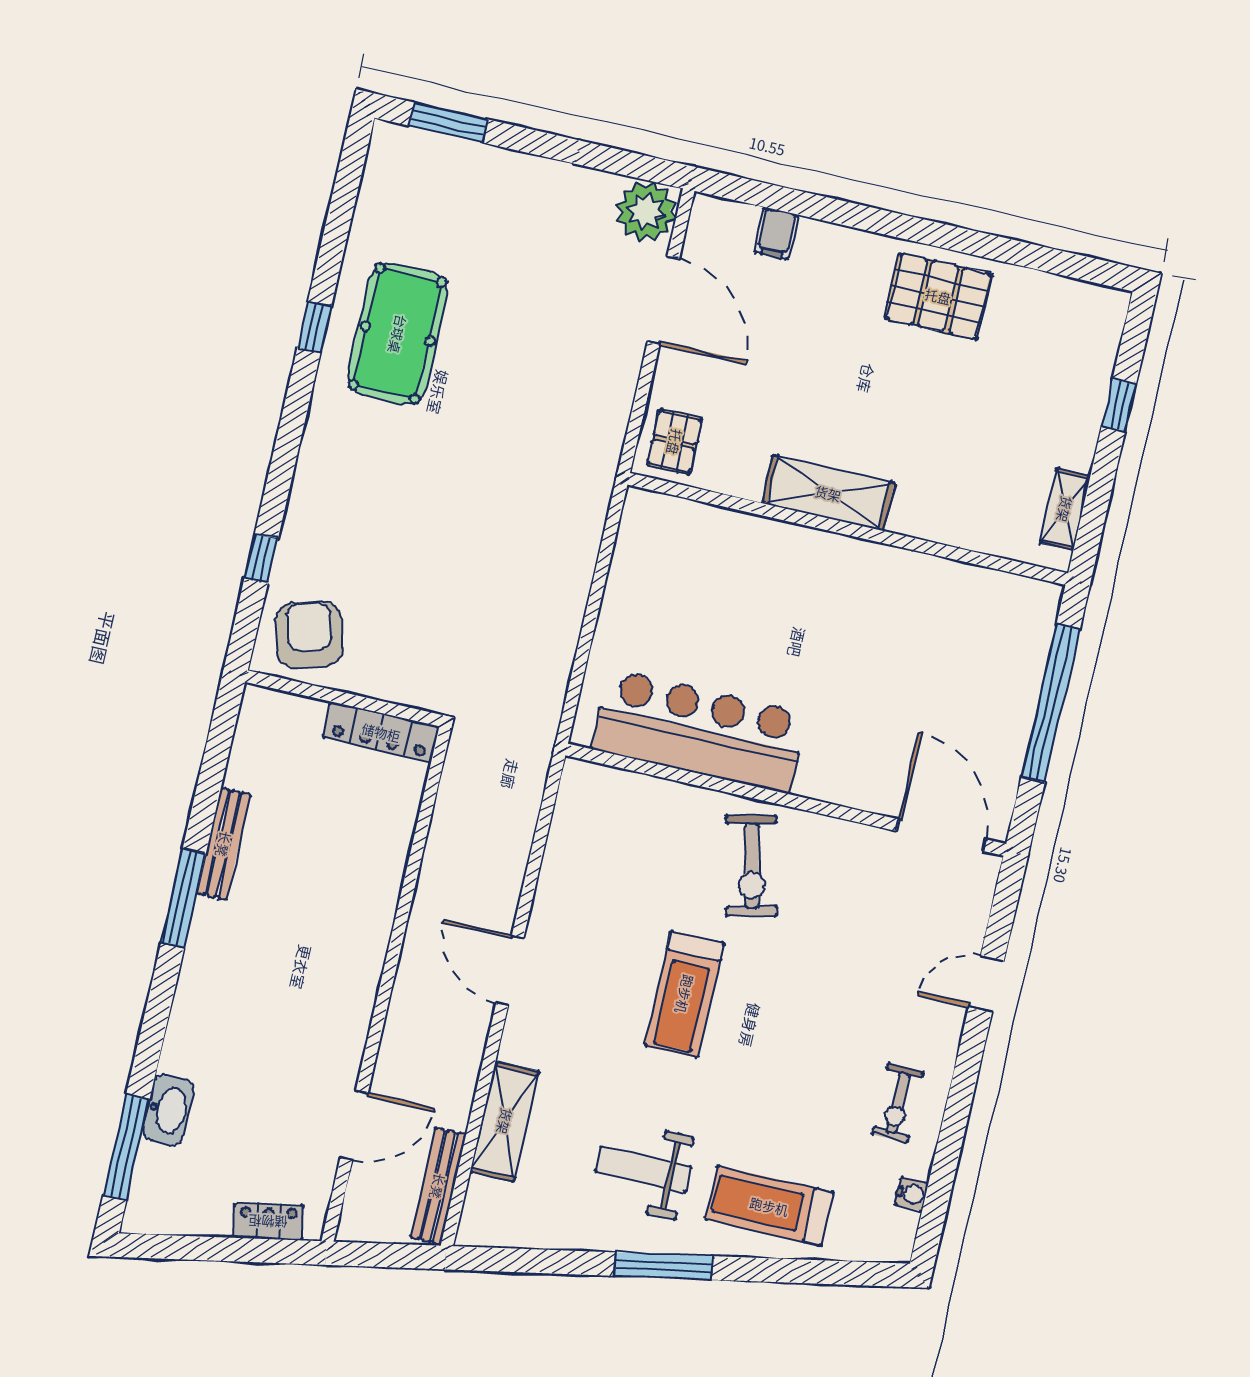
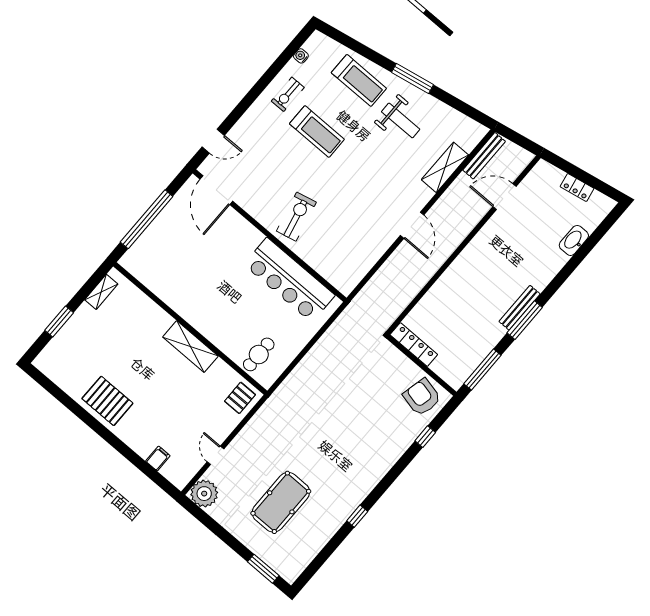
door: (663, 300) -> (215, 455), width x0.53
pool table: (398, 334) -> (281, 502), moved
window: (1119, 405) -> (59, 322), width x1.50
cafe table: (683, 549) -> (259, 354), added
armchair: (309, 635) -> (422, 397), turned 118
bench: (224, 844) -> (520, 308), moved
door: (986, 984) -> (213, 141), moved
treadmill: (685, 994) -> (317, 132), moved, turned 90
exercise bike: (898, 1103) -> (288, 94), turned 180
window: (126, 1147) -> (482, 370), moved
locker: (268, 1222) -> (577, 188), moved

